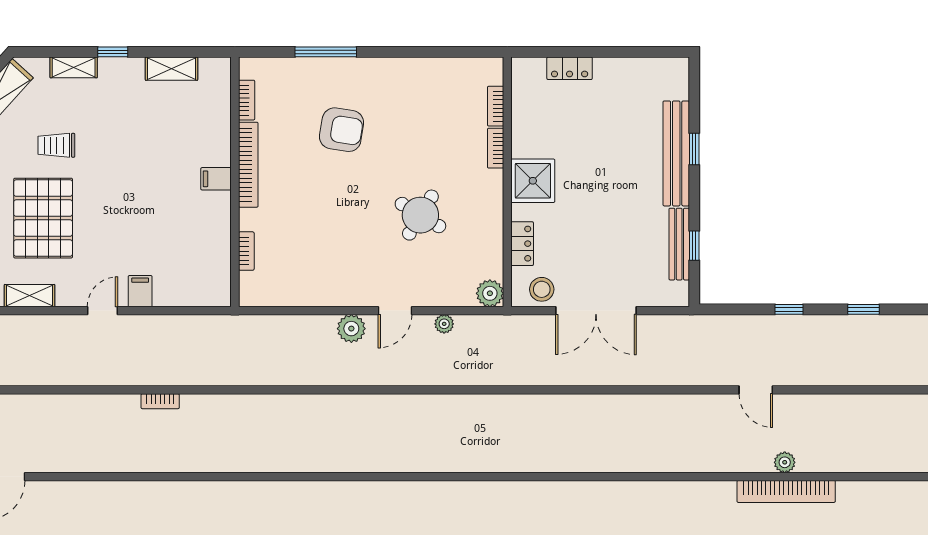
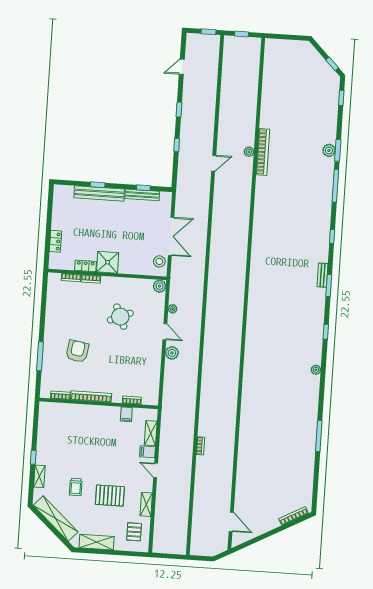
shelving: (172, 69) -> (151, 433), moved
filing cabinet: (216, 179) -> (126, 414), moved
round table: (420, 215) -> (120, 317), turned 36
pallet: (43, 218) -> (110, 496), width x0.73, depth x0.71
locker: (522, 244) -> (85, 266), moved

